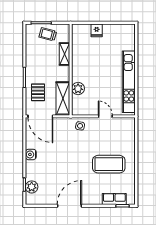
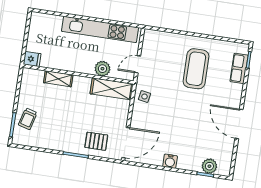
shelving: (64, 54) -> (58, 79), moved
wall: (71, 70) -> (78, 74), moved
plant: (78, 89) -> (102, 69), moved
shelving: (63, 98) -> (112, 89), moved

